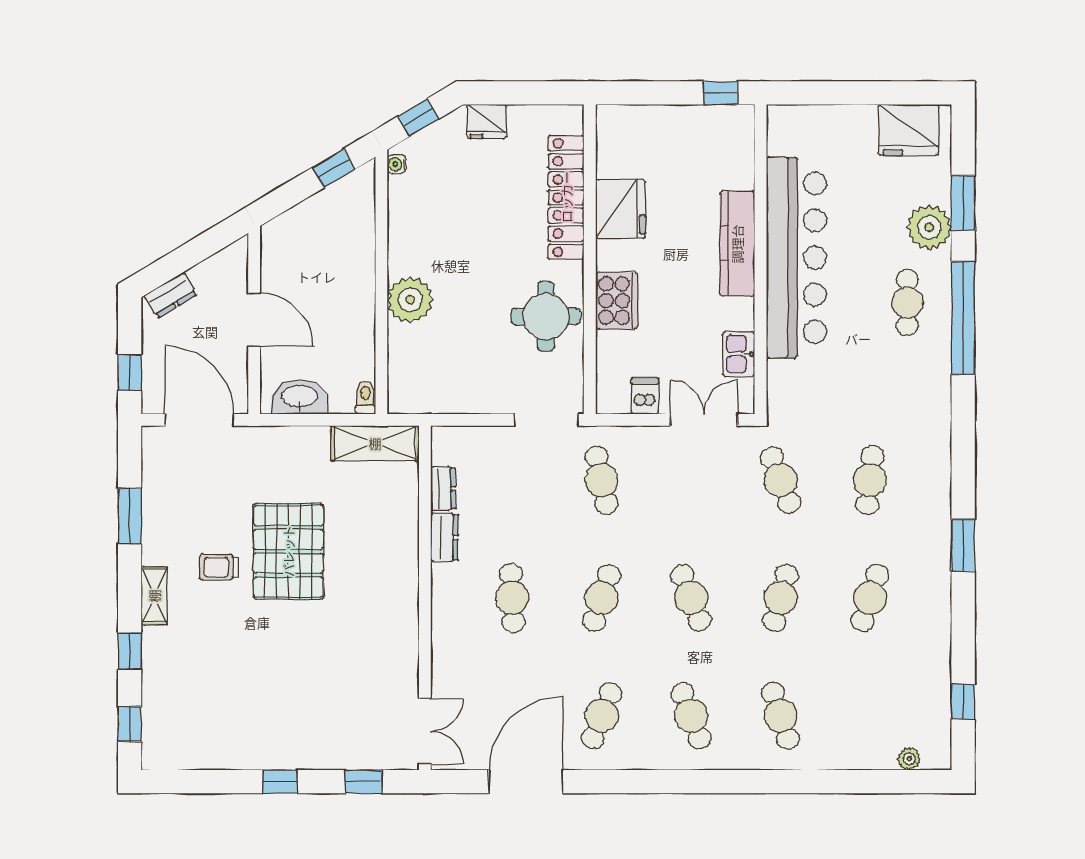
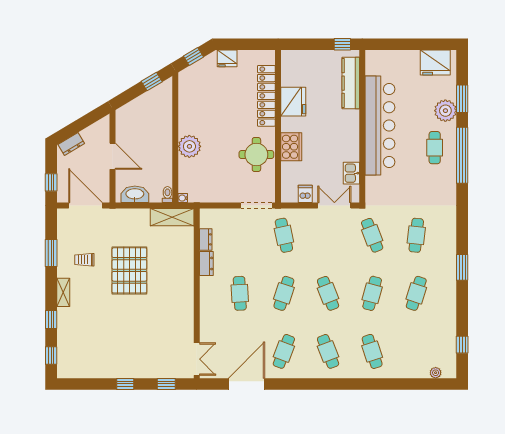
water cooler: (397, 164) -> (183, 198), moved
kitchen counter: (737, 244) -> (351, 83), moved
trolley: (219, 567) -> (84, 260), moved

